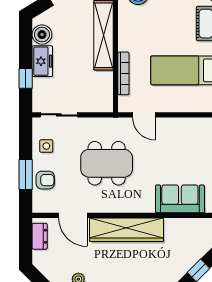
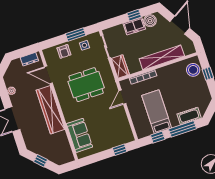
window: (26, 78) -> (134, 15), moved
wardrobe: (96, 103) -> (120, 66), added
dining table: (107, 163) -> (86, 85), turned 90
window: (26, 174) -> (76, 35), moved
door: (73, 215) -> (48, 75), hinge flipped

